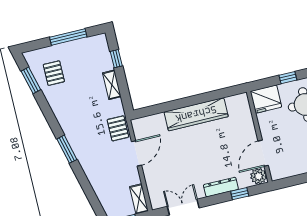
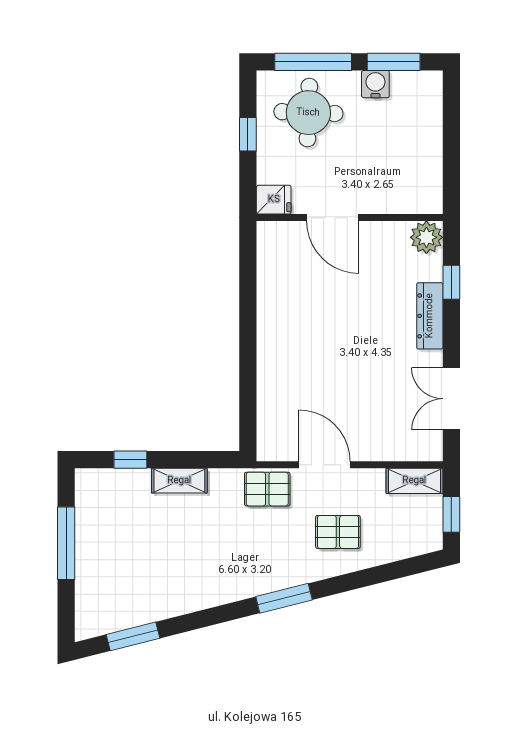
pallet: (54, 73) -> (338, 532), moved
fridge: (266, 99) -> (274, 200), width x0.53, depth x0.75
wardrobe: (196, 114) -> (276, 330), removed
door: (263, 153) -> (333, 218), moved

